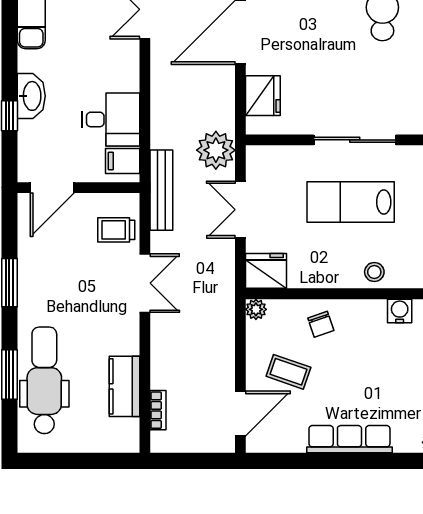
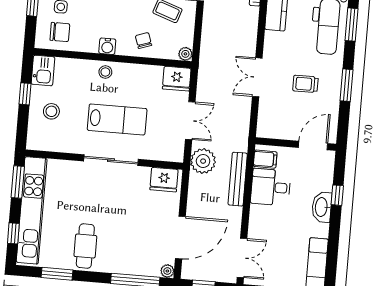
fridge: (263, 96) -> (164, 180), moved, turned -90
bench: (161, 190) -> (238, 179), moved
trolley: (116, 230) -> (305, 84), moved, turned 180
water cooler: (400, 311) -> (107, 46), moved

